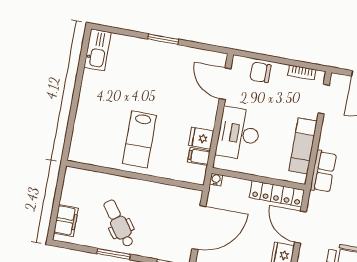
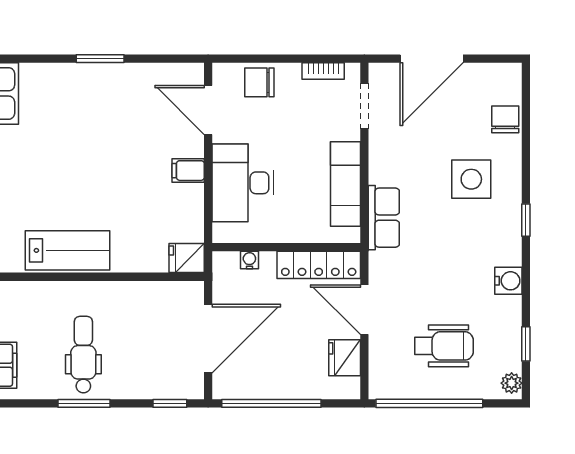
fridge: (201, 138) -> (187, 258), moved
lab bench: (139, 139) -> (67, 250), moved, turned -90
filing cabinet: (199, 156) -> (188, 171), moved
water cooler: (216, 180) -> (249, 260), moved
dental chair: (119, 223) -> (83, 355), turned 36

